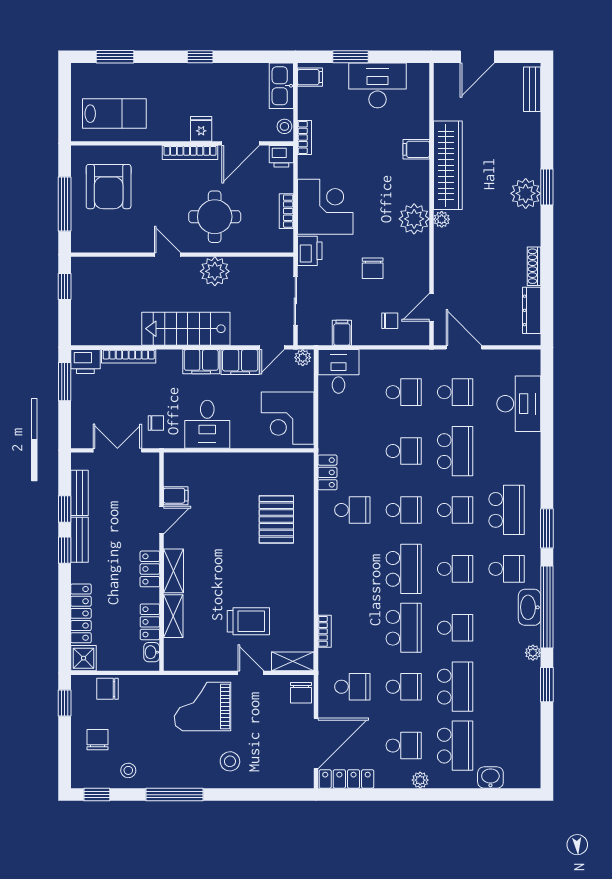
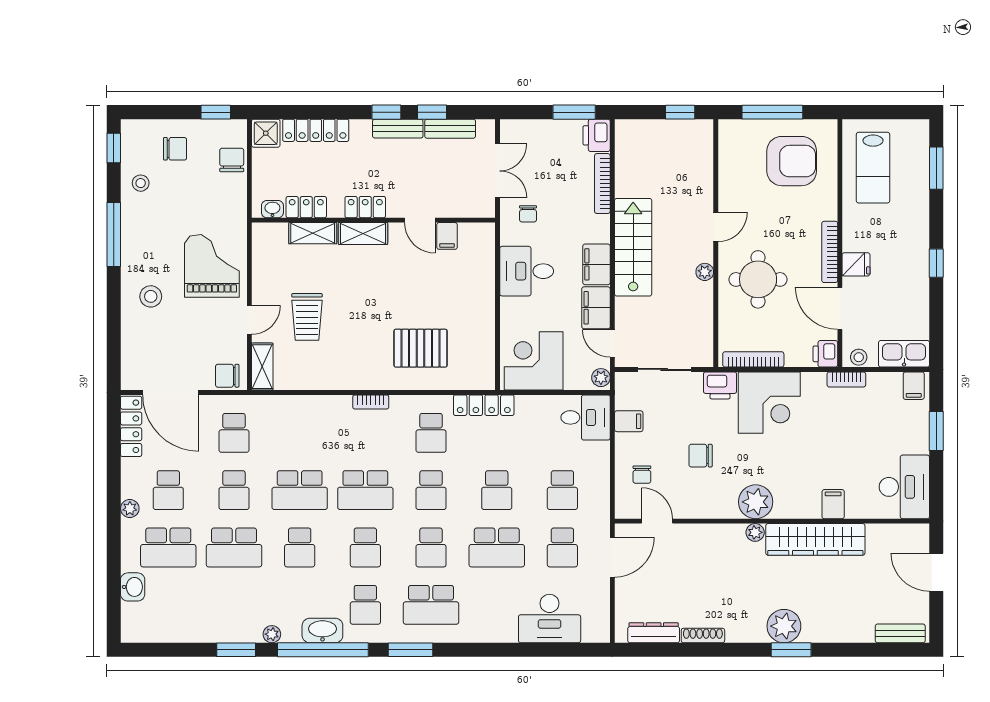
desk: (378, 85) -> (904, 487), moved
armchair: (109, 187) -> (792, 161), turned 180
bookcase: (286, 211) -> (753, 359), width x1.56
plant: (215, 271) -> (705, 272), width x0.53, depth x0.53
locker: (327, 472) -> (484, 405), width x1.53
bookcase: (325, 631) -> (371, 402), moved

